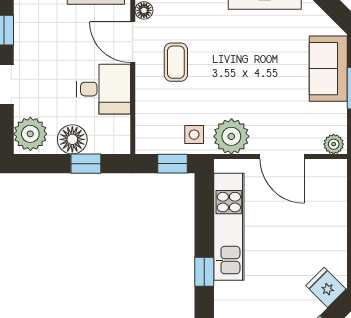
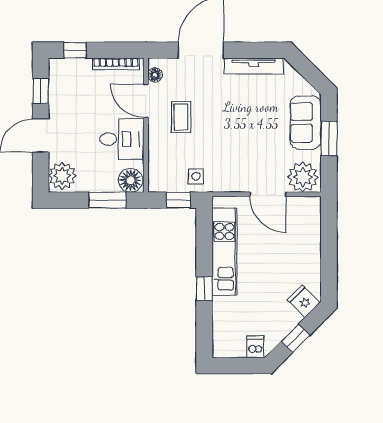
plant: (231, 136) -> (226, 178), removed
floor lamp: (72, 139) -> (131, 180), moved
plant: (334, 144) -> (303, 177), width x1.88, depth x1.88
window: (86, 164) -> (108, 200), width x1.50

